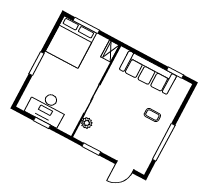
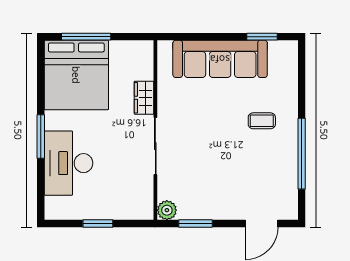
wardrobe: (110, 51) -> (144, 98), moved
desk: (47, 108) -> (68, 163), moved, turned 90
plant: (87, 123) -> (167, 210), moved

